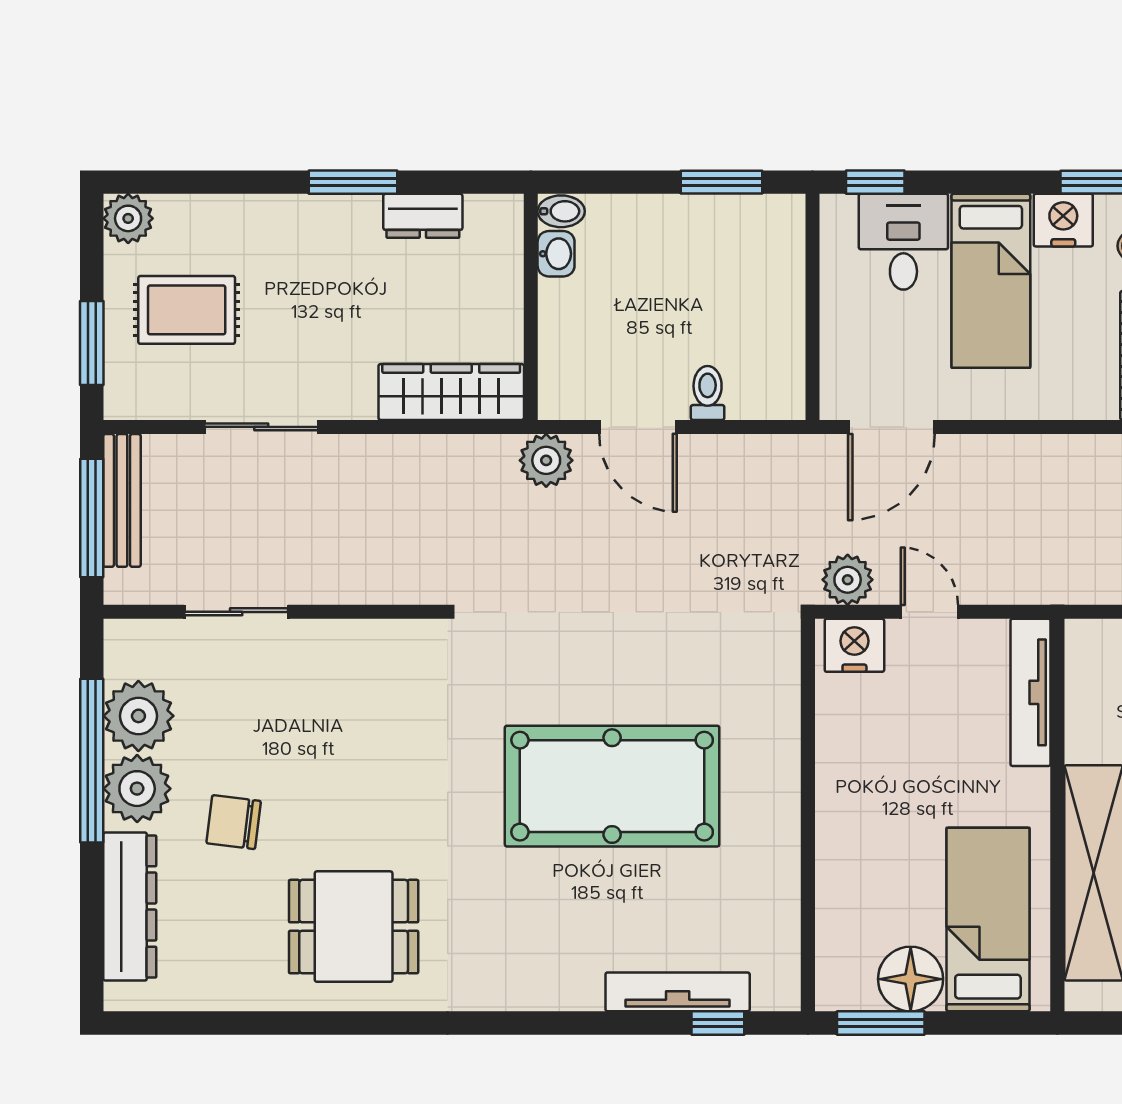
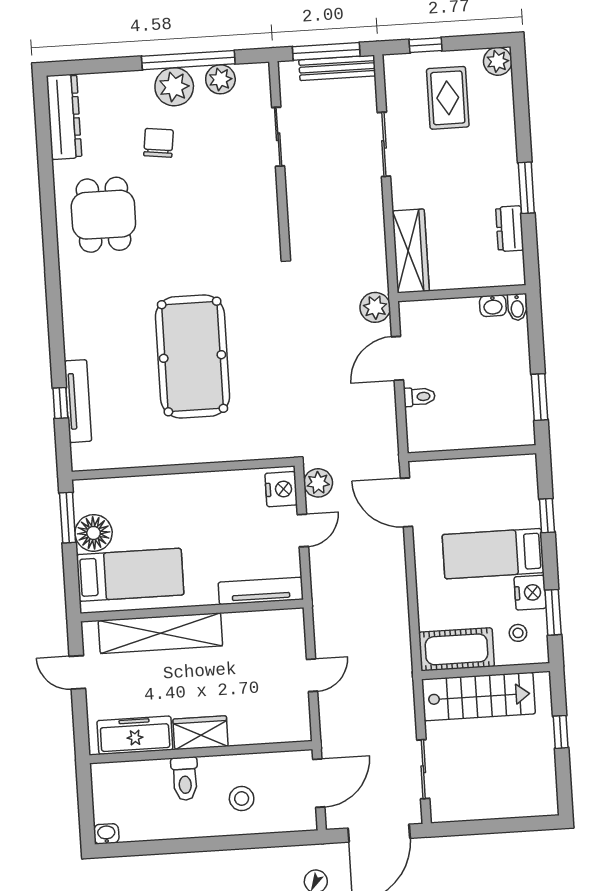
window: (875, 182) -> (547, 516), moved
desk: (903, 242) -> (512, 503), removed
window: (92, 343) -> (426, 45), width x0.67
plant: (138, 716) -> (220, 79), width x0.73, depth x0.73
dresser: (130, 907) -> (64, 117), moved, turned -90
window: (718, 1023) -> (60, 403), moved

